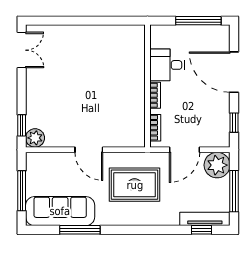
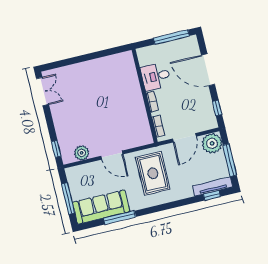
plant: (35, 138) -> (82, 153), moved
rug: (135, 185) -> (153, 173), turned 90

